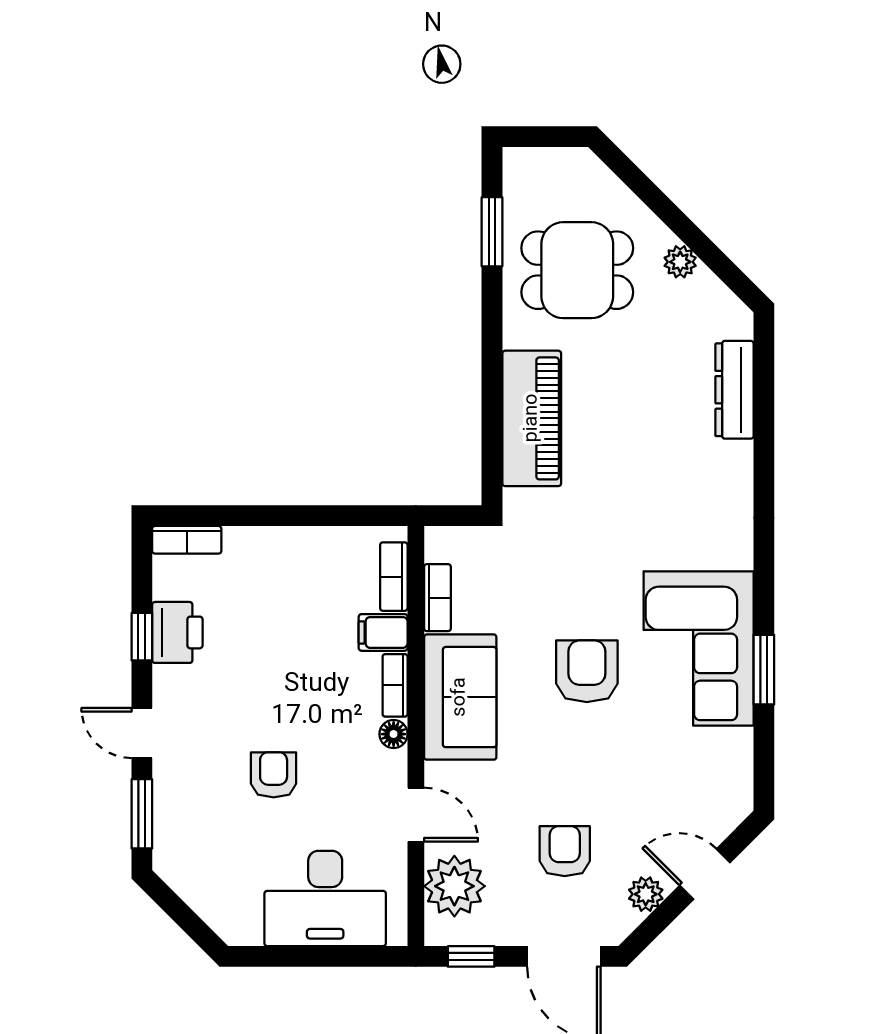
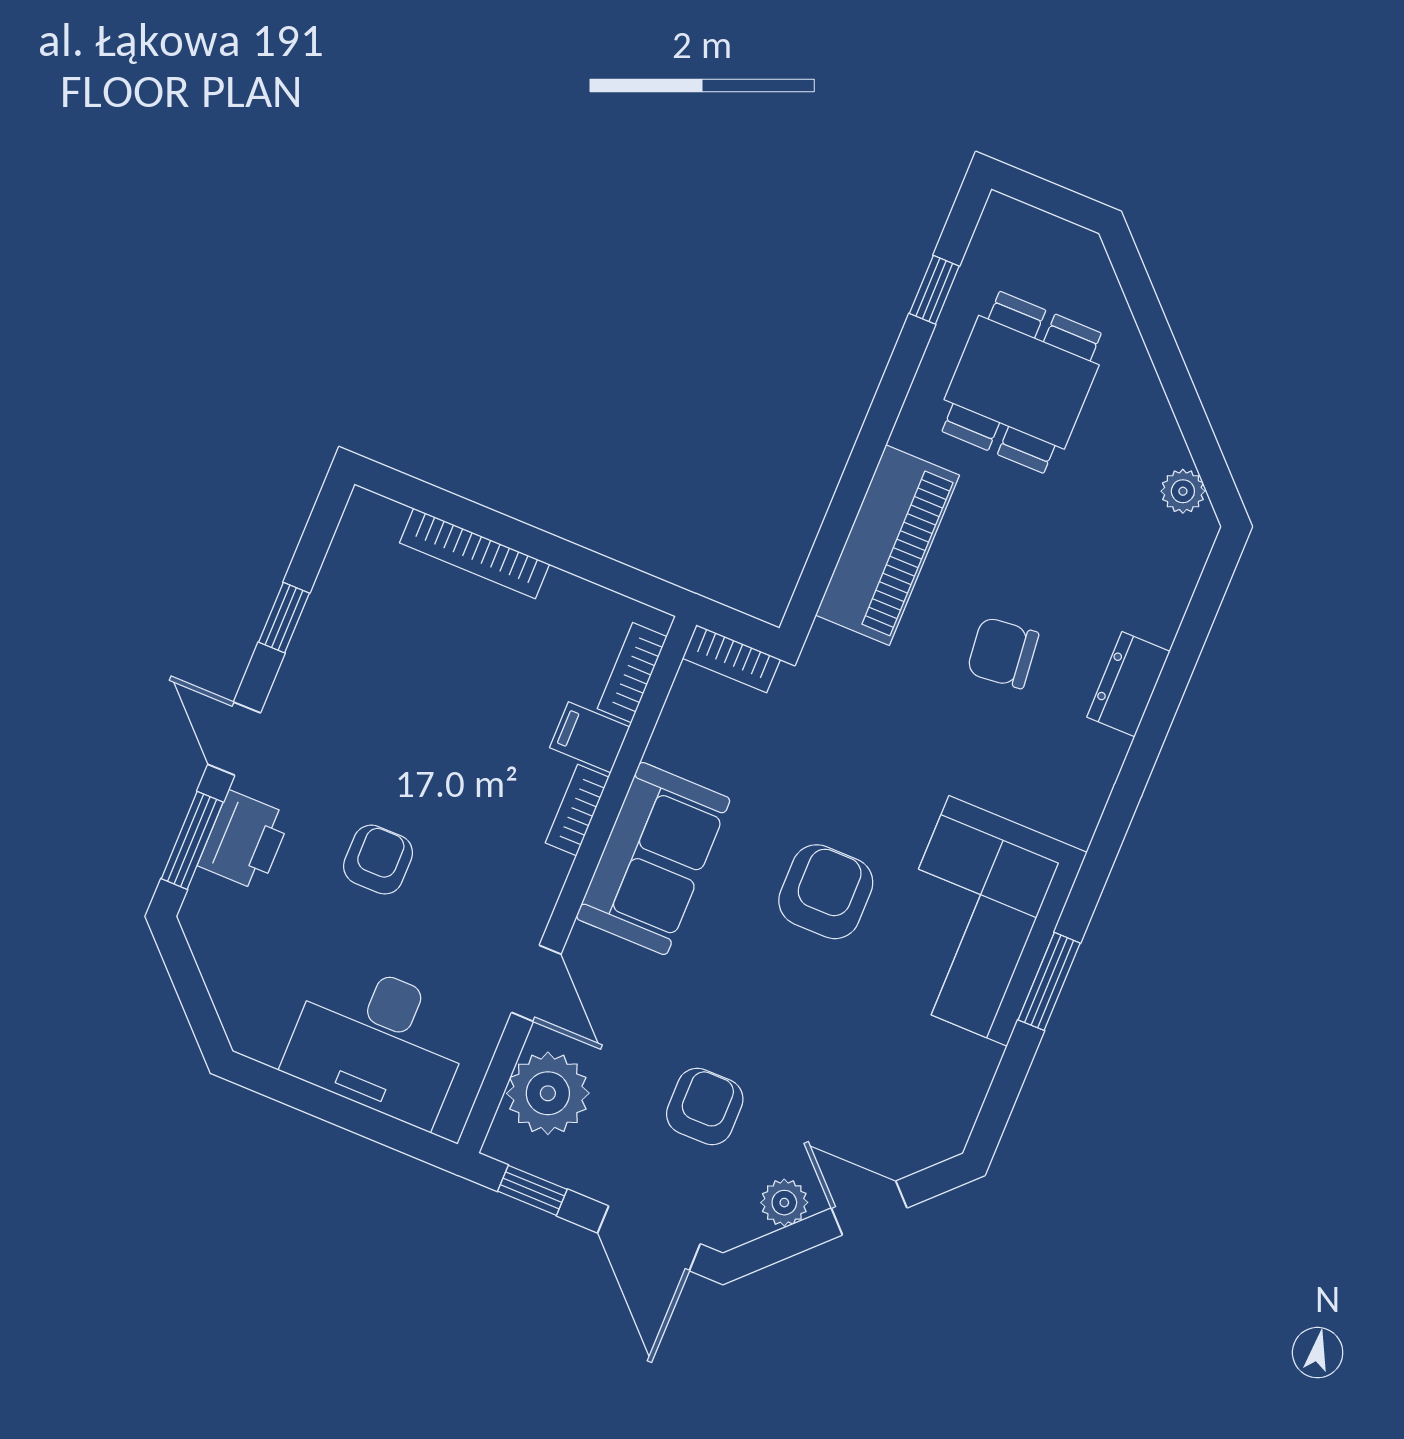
window: (492, 232) -> (934, 290), width x0.67
plant: (680, 262) -> (1183, 491), moved
dining table: (577, 270) -> (1022, 382), turned 90
dresser: (734, 390) -> (1128, 684), moved, width x0.70
chair: (640, 459) -> (1003, 653), added
bookcase: (187, 540) -> (474, 553), moved, width x1.56
bookcase: (437, 598) -> (731, 659), moved, turned 90
printer: (177, 632) -> (244, 840), moved
floor lamp: (394, 734) -> (550, 870), removed

